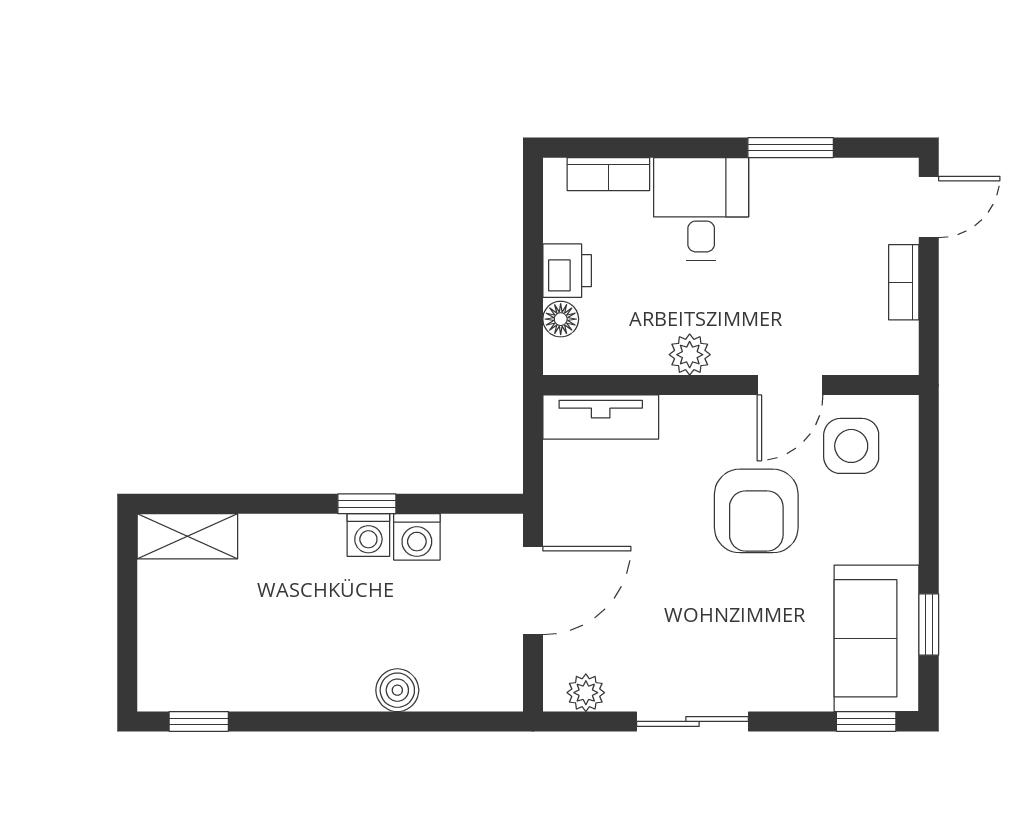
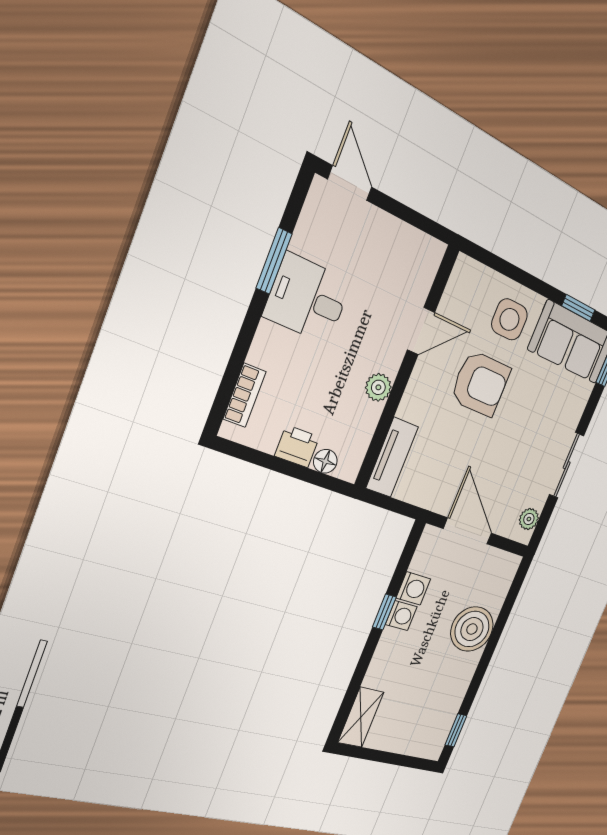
desk: (701, 209) -> (308, 299), moved
bookcase: (904, 282) -> (390, 226), removed
door: (790, 385) -> (421, 331), hinge flipped
side table: (851, 446) -> (509, 319), moved
boiler: (397, 690) -> (472, 629), width x1.86, depth x1.86

